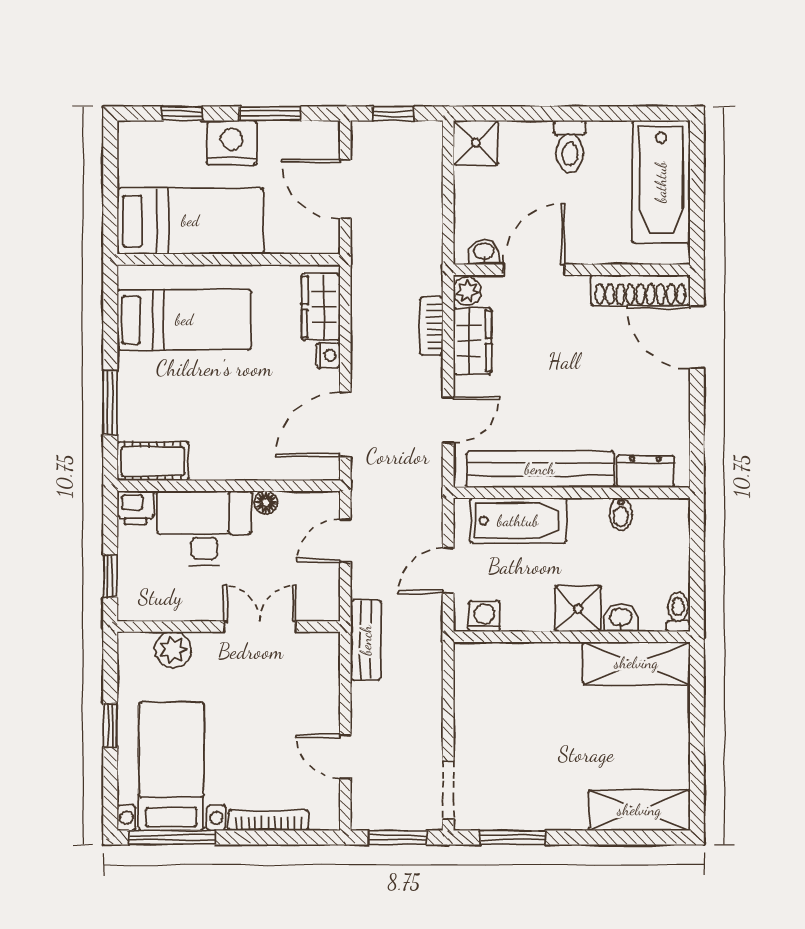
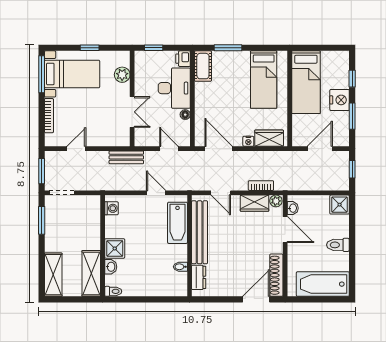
shower: (578, 609) -> (115, 248), moved
toilet: (678, 612) -> (113, 291), moved
washing machine: (484, 616) -> (111, 208), moved
washbasin: (621, 618) -> (111, 267), moved
wall: (572, 637) -> (103, 246), moved
shelving: (636, 663) -> (91, 273), moved

